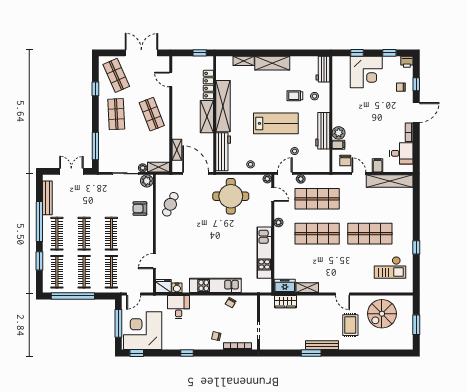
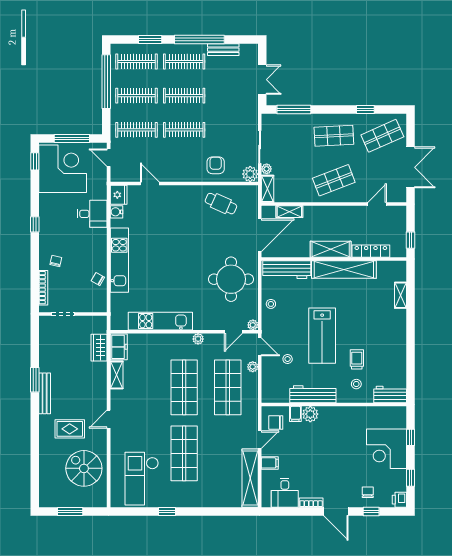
shelving: (272, 63) -> (398, 331), removed
bench: (47, 198) -> (223, 50), width x0.73
checkout: (390, 268) -> (142, 479), width x1.36, depth x1.21

